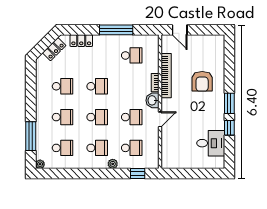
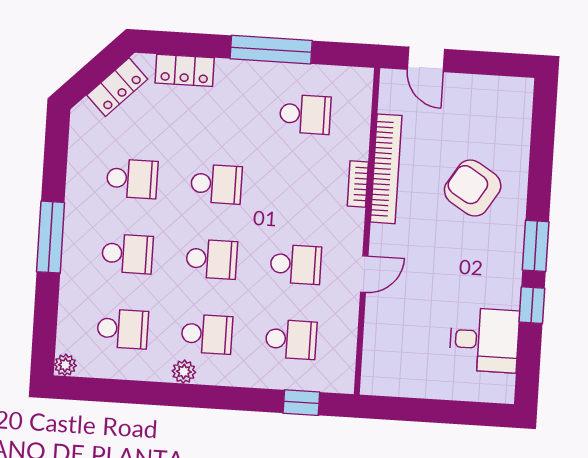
armchair: (202, 81) -> (473, 188), turned 122
washbasin: (152, 100) -> (349, 227), removed
window: (31, 136) -> (51, 237), moved
plant: (113, 164) -> (184, 372), moved

